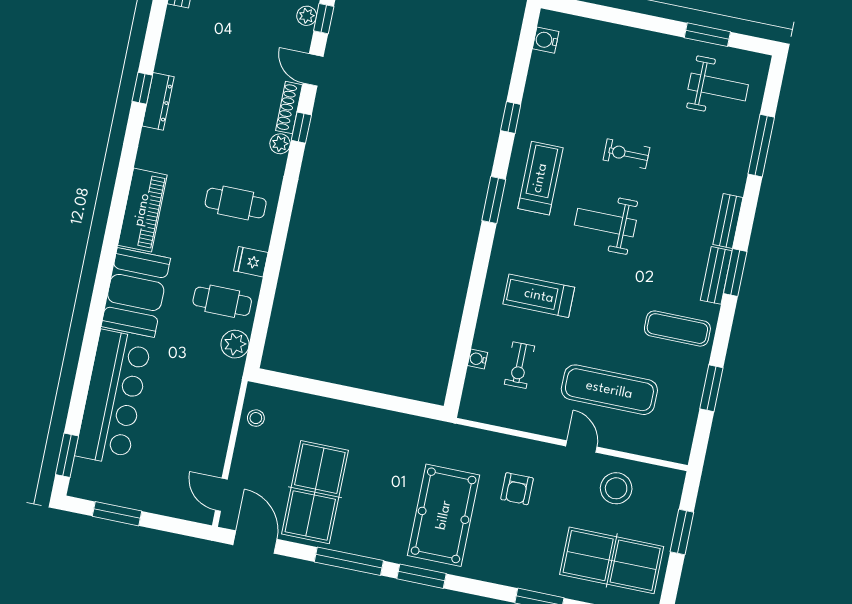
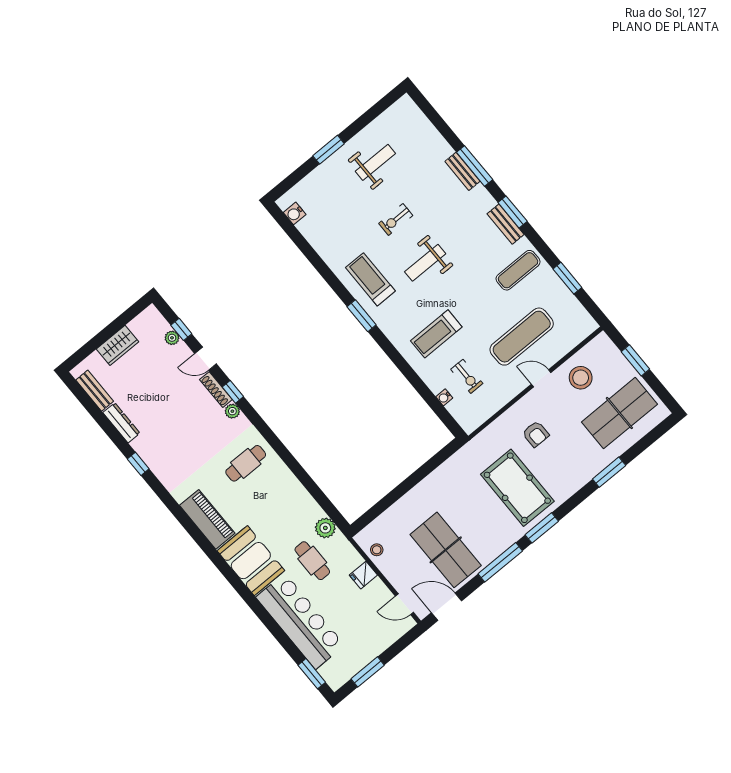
window: (707, 35) -> (329, 150), moved
weight bench: (718, 87) -> (375, 162), moved
dresser: (158, 101) -> (121, 423), moved
window: (511, 118) -> (323, 269), removed
window: (761, 146) -> (475, 166), moved
bench: (728, 221) -> (462, 171), moved
fridge: (251, 262) -> (363, 575), moved
cafe table: (222, 301) -> (312, 561), moved, turned 90

